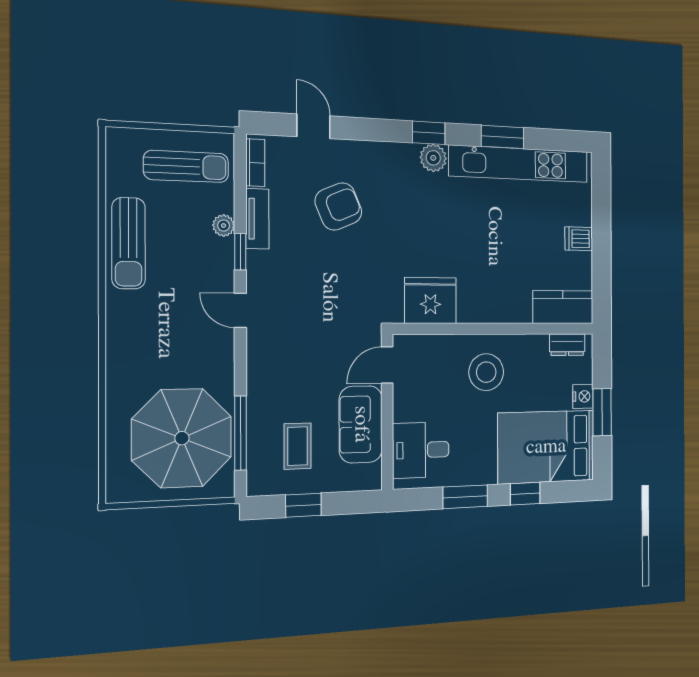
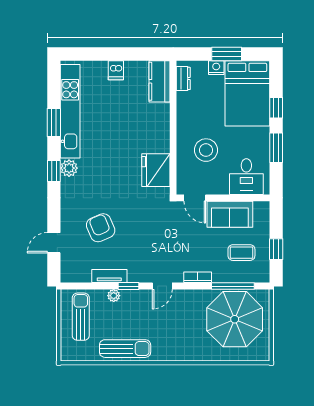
bookcase: (255, 163) -> (198, 277), moved
stool: (486, 372) -> (206, 150), moved

